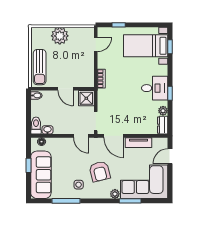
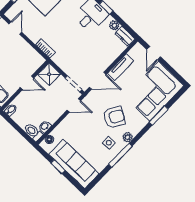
armchair: (100, 171) -> (114, 117), turned -45
plant: (115, 194) -> (128, 137), moved
window: (66, 201) -> (120, 155), moved

